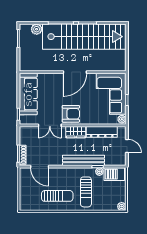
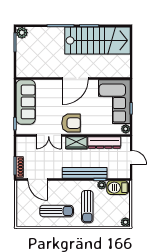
plant: (37, 29) -> (22, 33), moved
stairs: (84, 37) -> (97, 40), width x0.73

